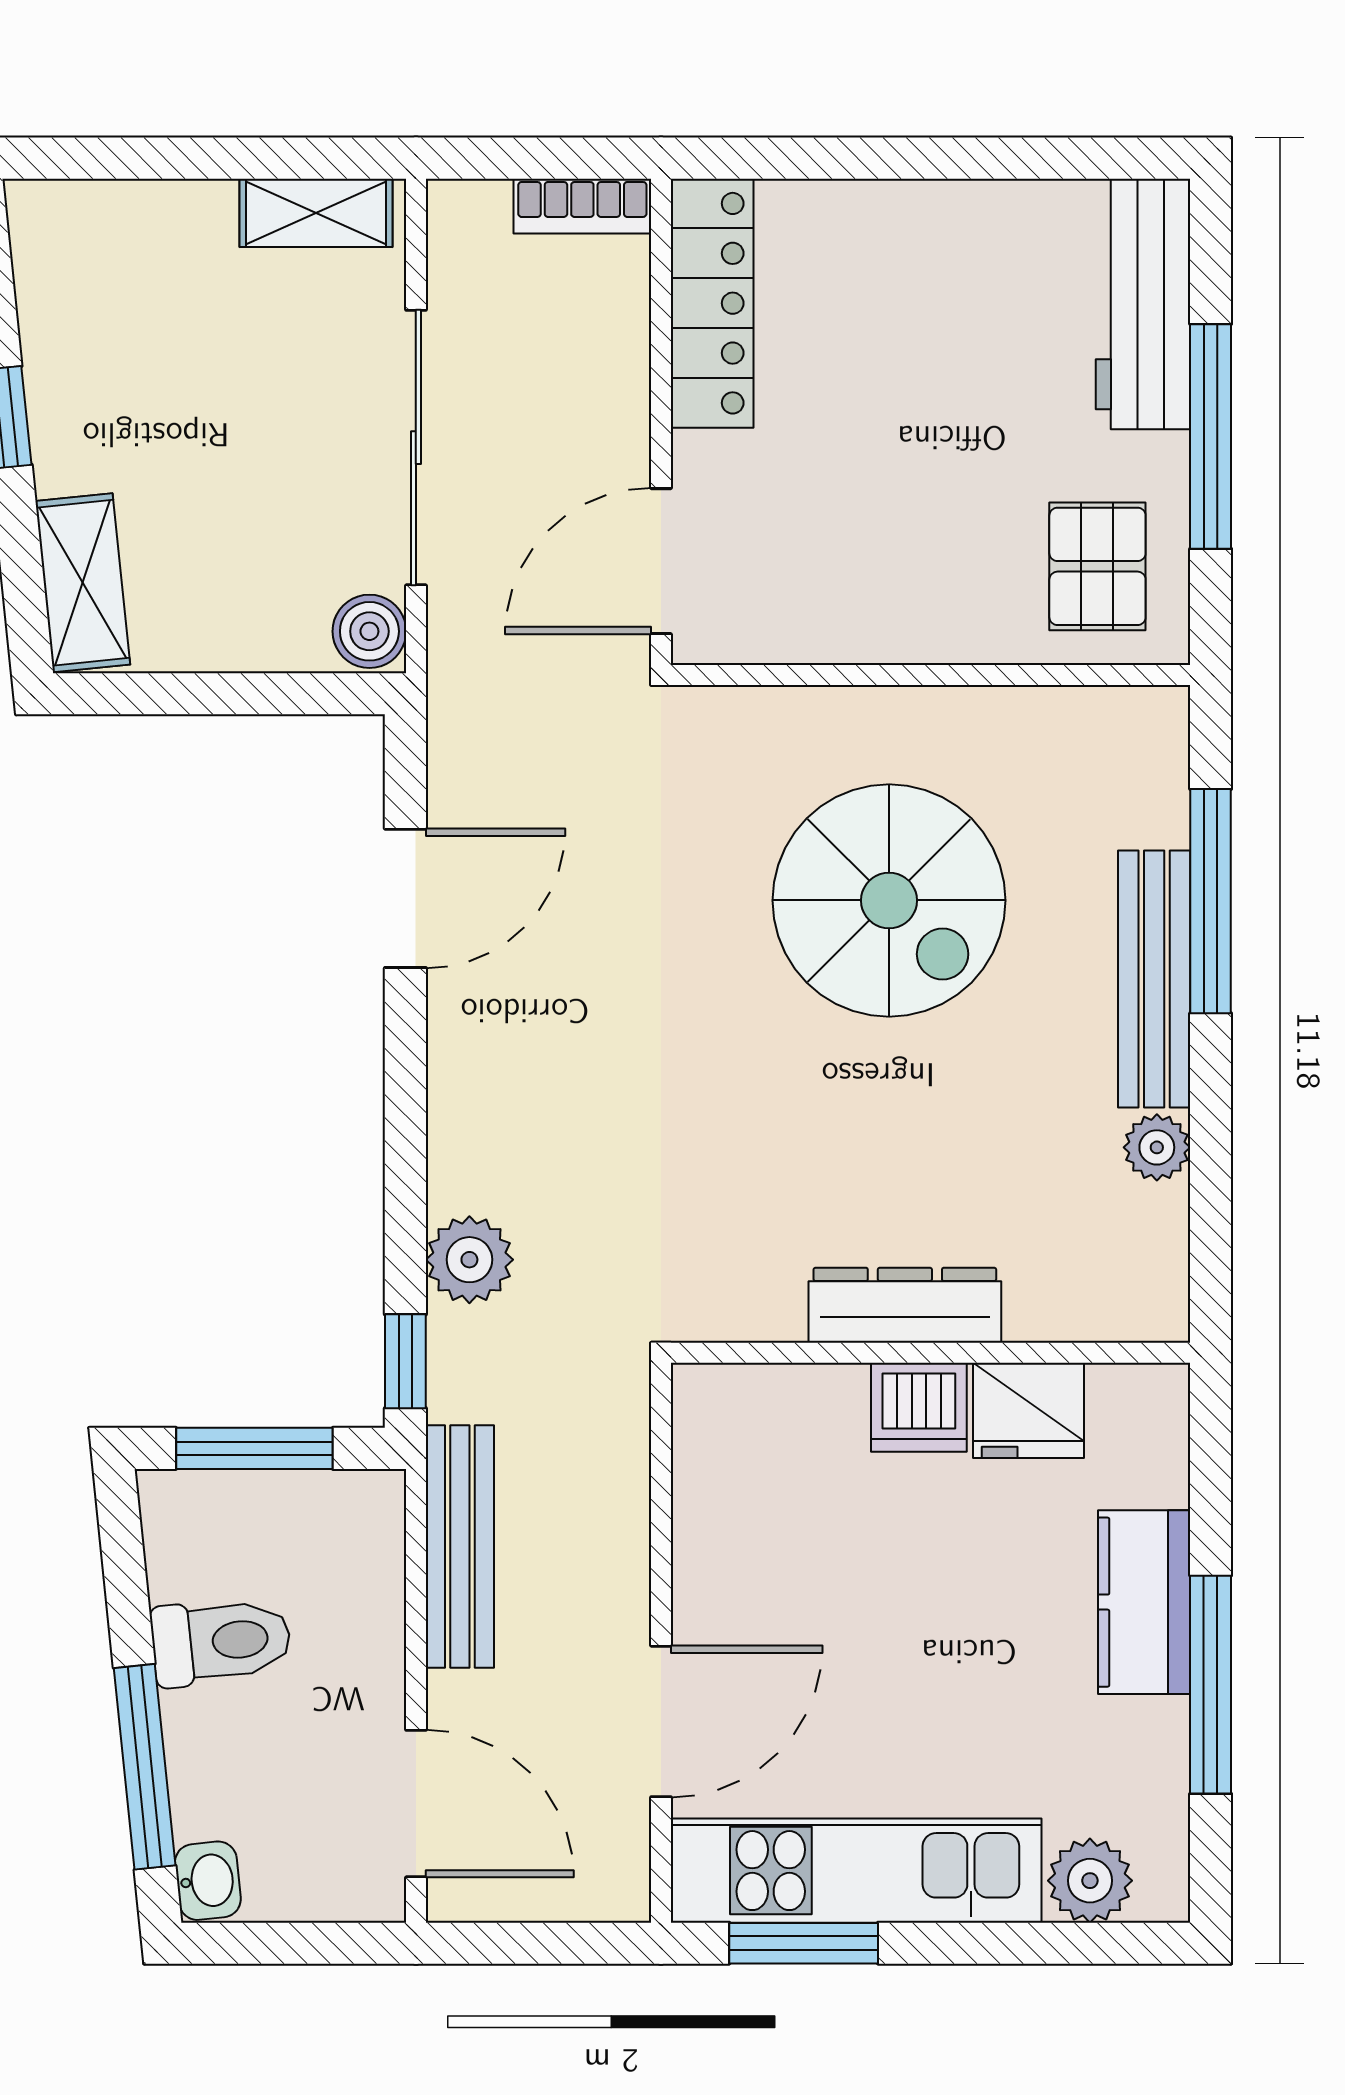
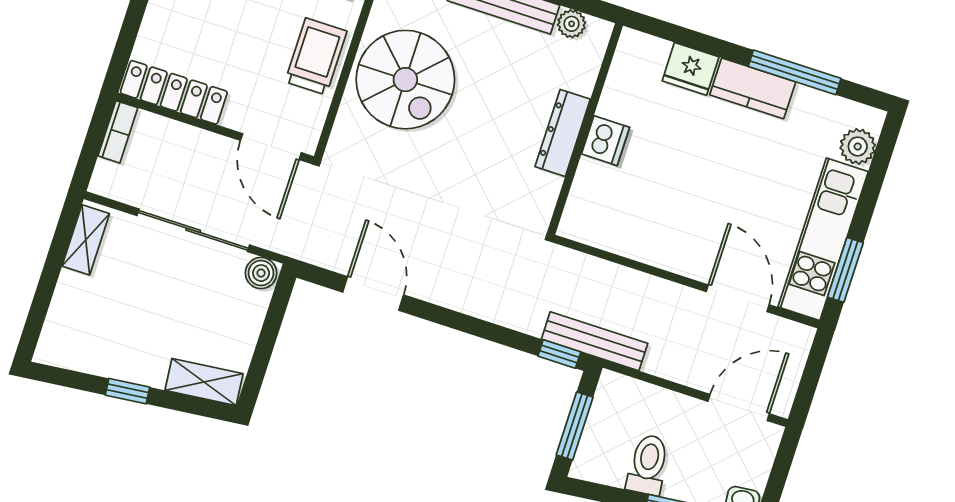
trolley: (896, 596) -> (316, 56), added
spiral stairs: (889, 900) -> (405, 80), moved, turned 90
plant: (469, 1260) -> (527, 315), removed
dresser: (905, 1305) -> (563, 133), moved
wall: (930, 1353) -> (585, 129), moved
dishwasher: (919, 1407) -> (605, 141), moved
fridge: (1029, 1410) -> (691, 69), moved, turned 90
bench: (460, 1547) -> (595, 341), moved

